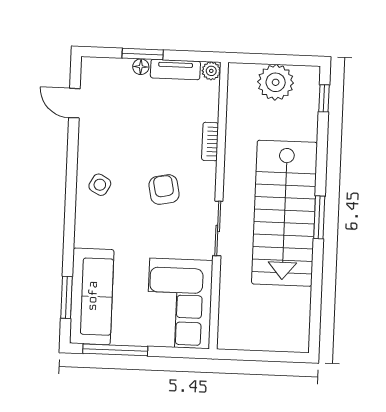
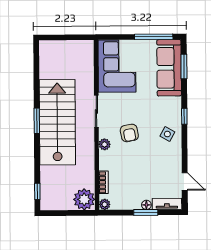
tv unit: (175, 70) -> (167, 204), moved
plant: (276, 82) -> (84, 199), moved
bookcase: (210, 142) -> (104, 182), moved
plant: (207, 172) -> (105, 144), added
window: (70, 213) -> (184, 116), added

